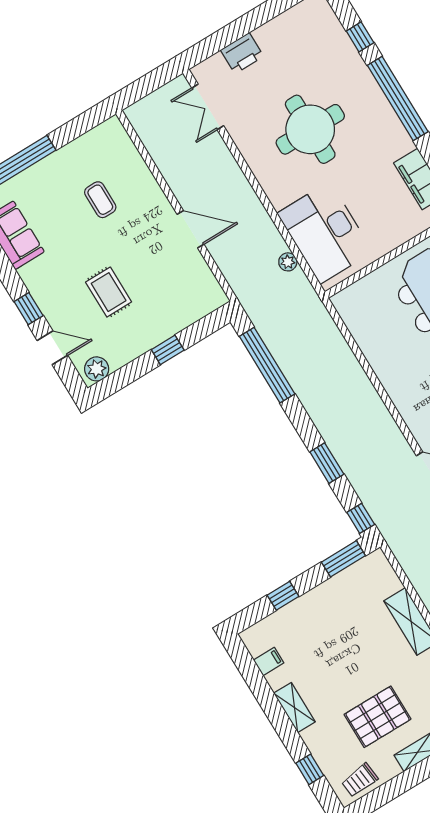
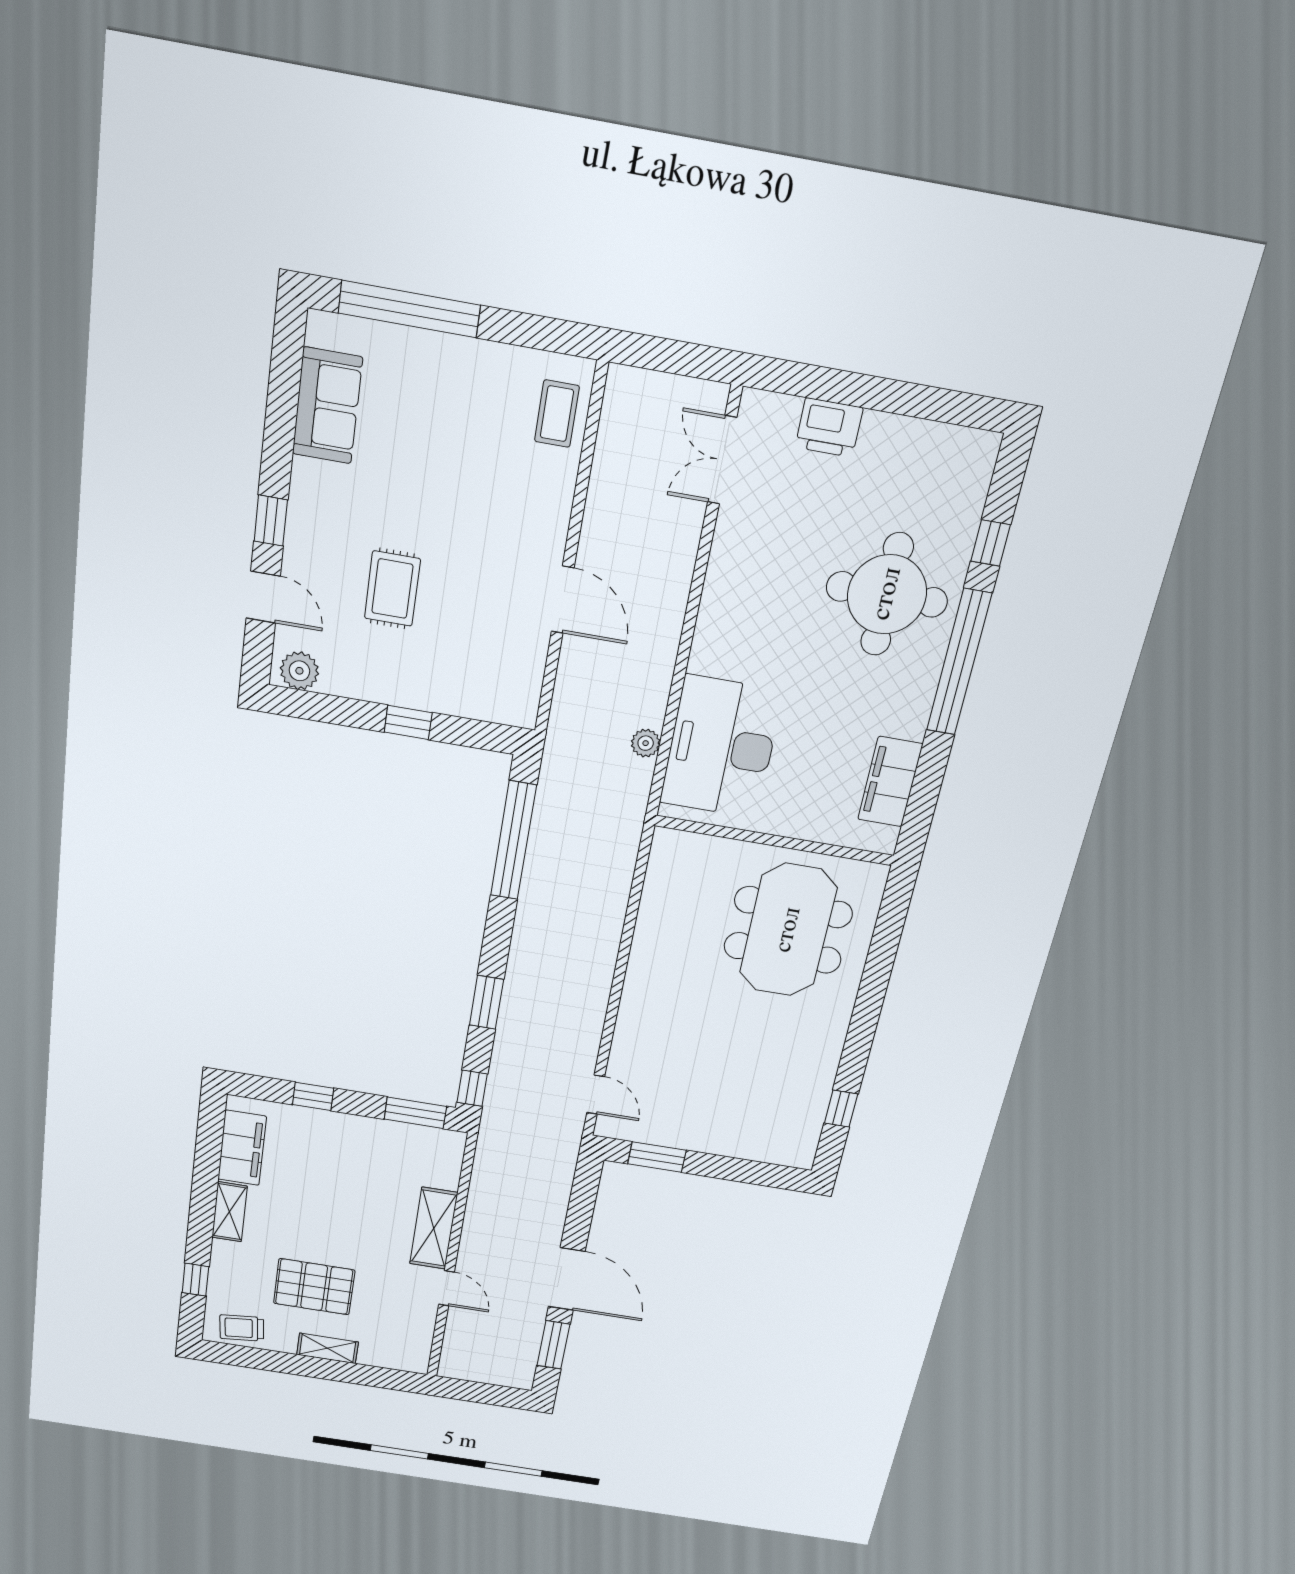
round table: (310, 129) -> (887, 594), moved
coffee table: (100, 200) -> (557, 414), moved
filing cabinet: (269, 662) -> (242, 1148), width x3.00, depth x1.17

